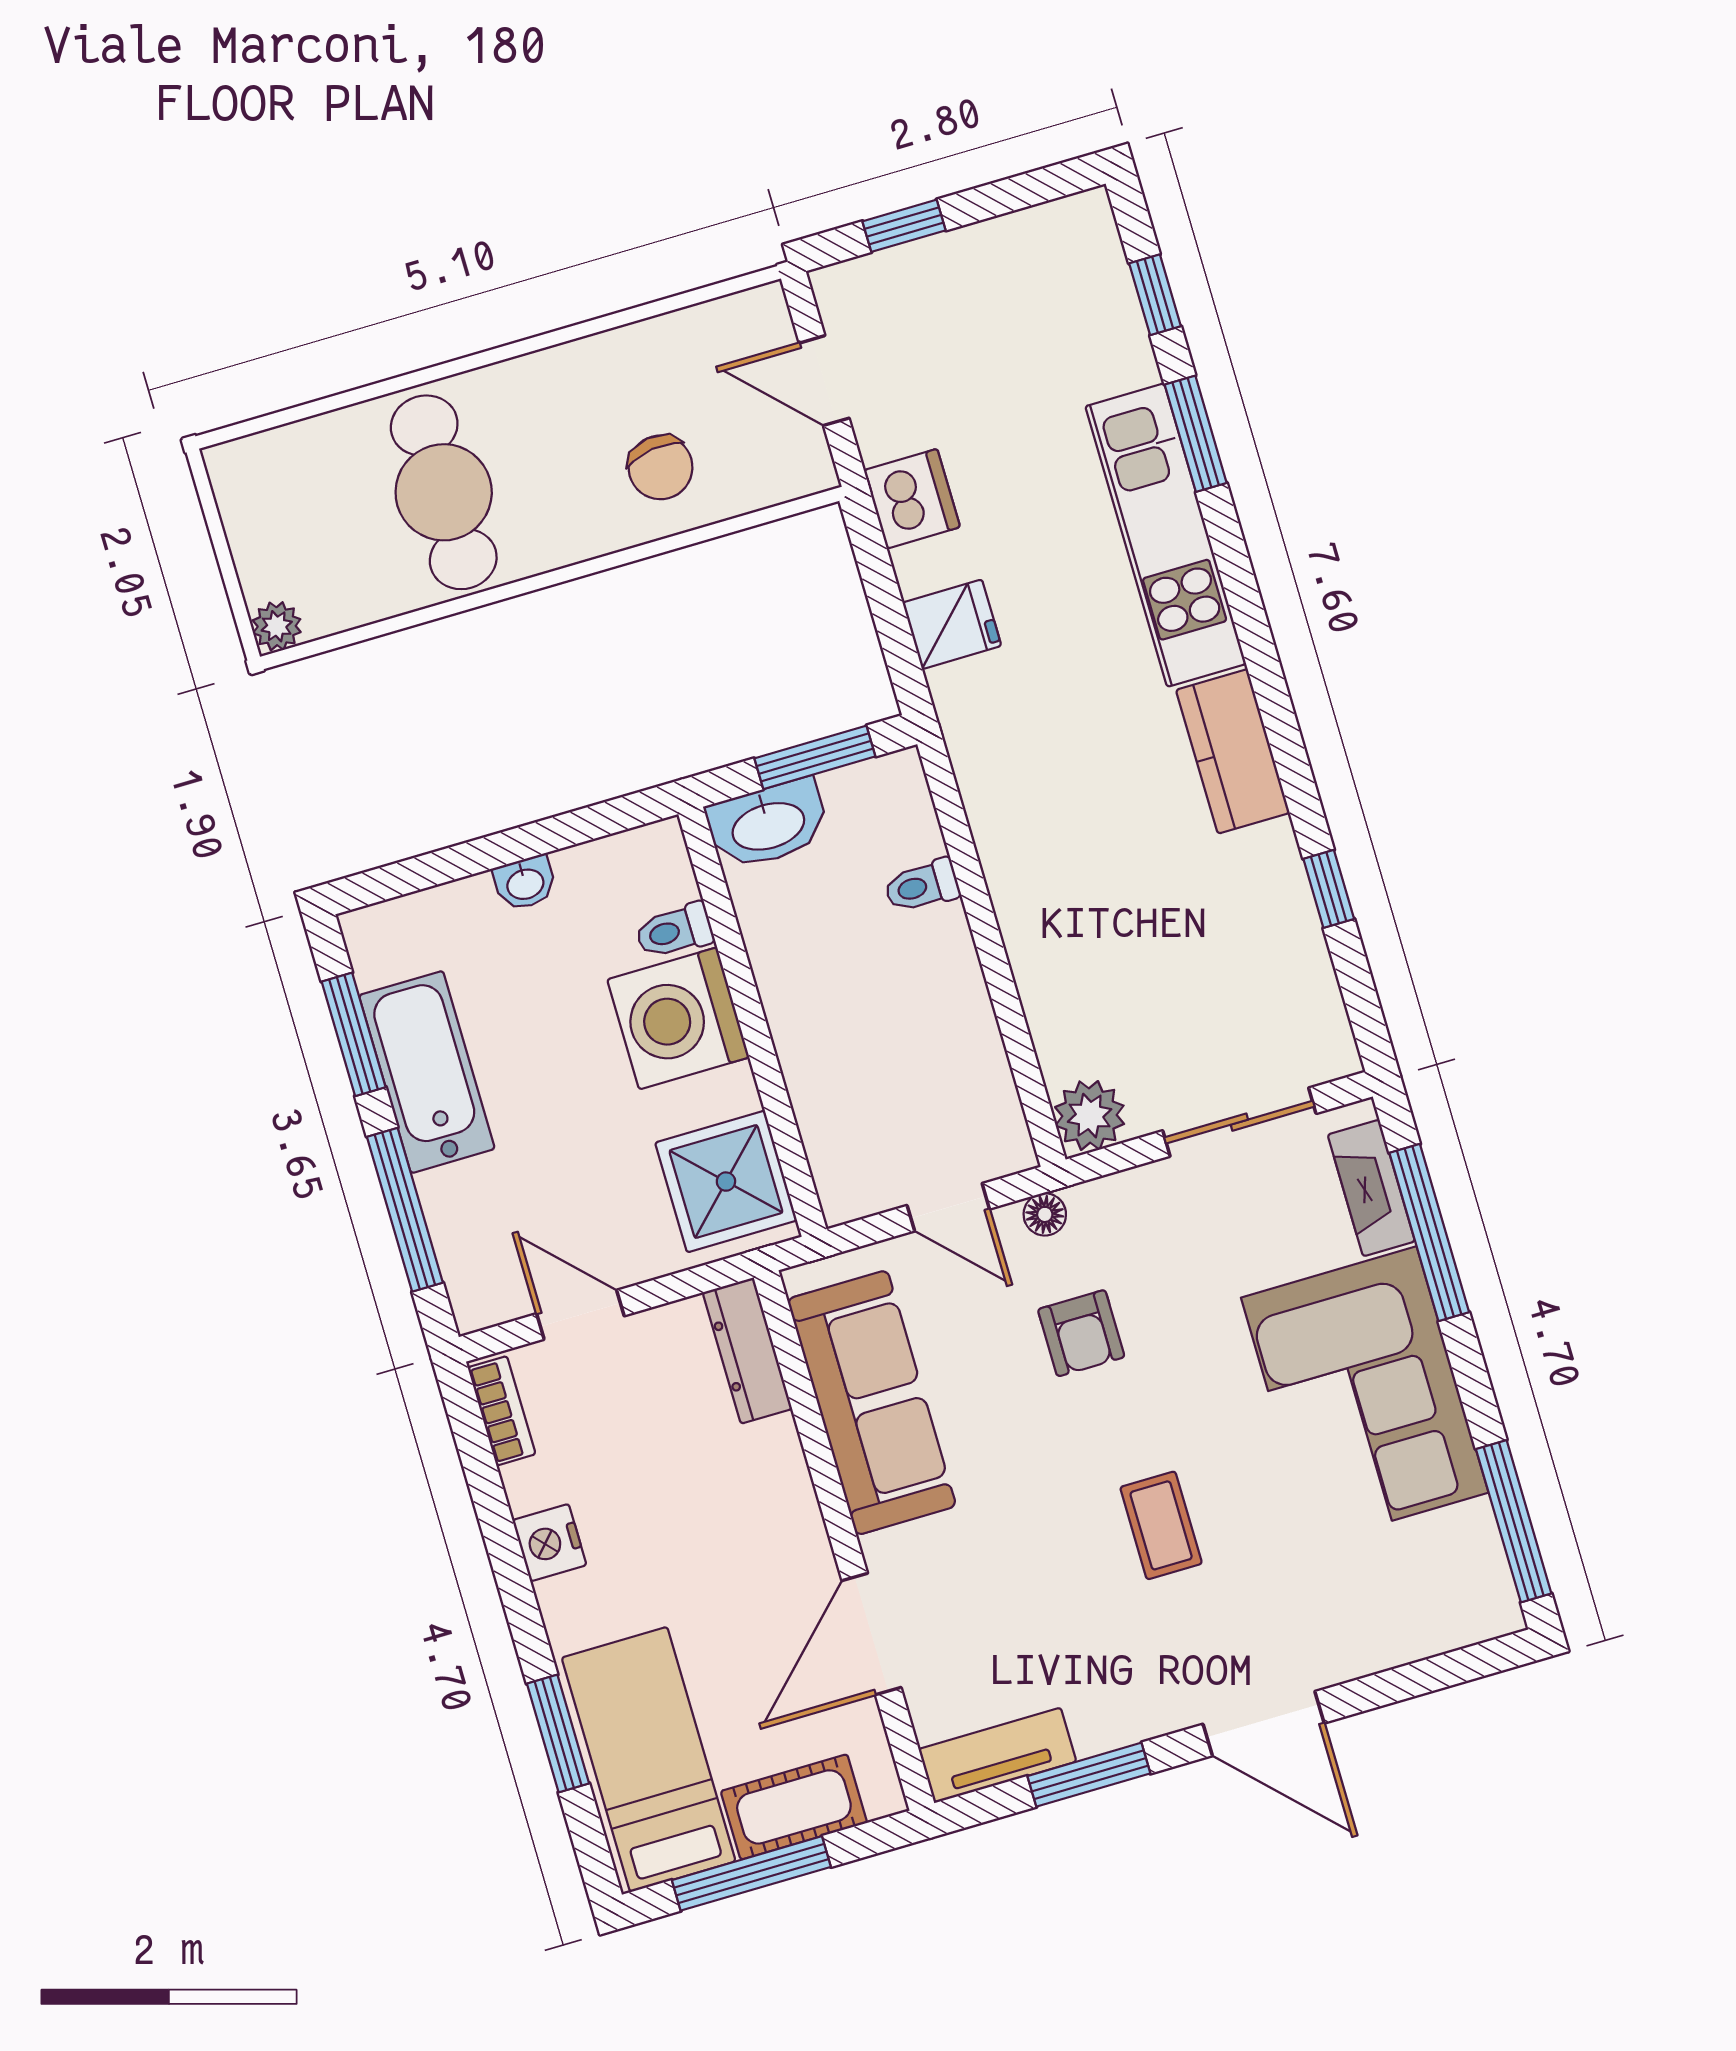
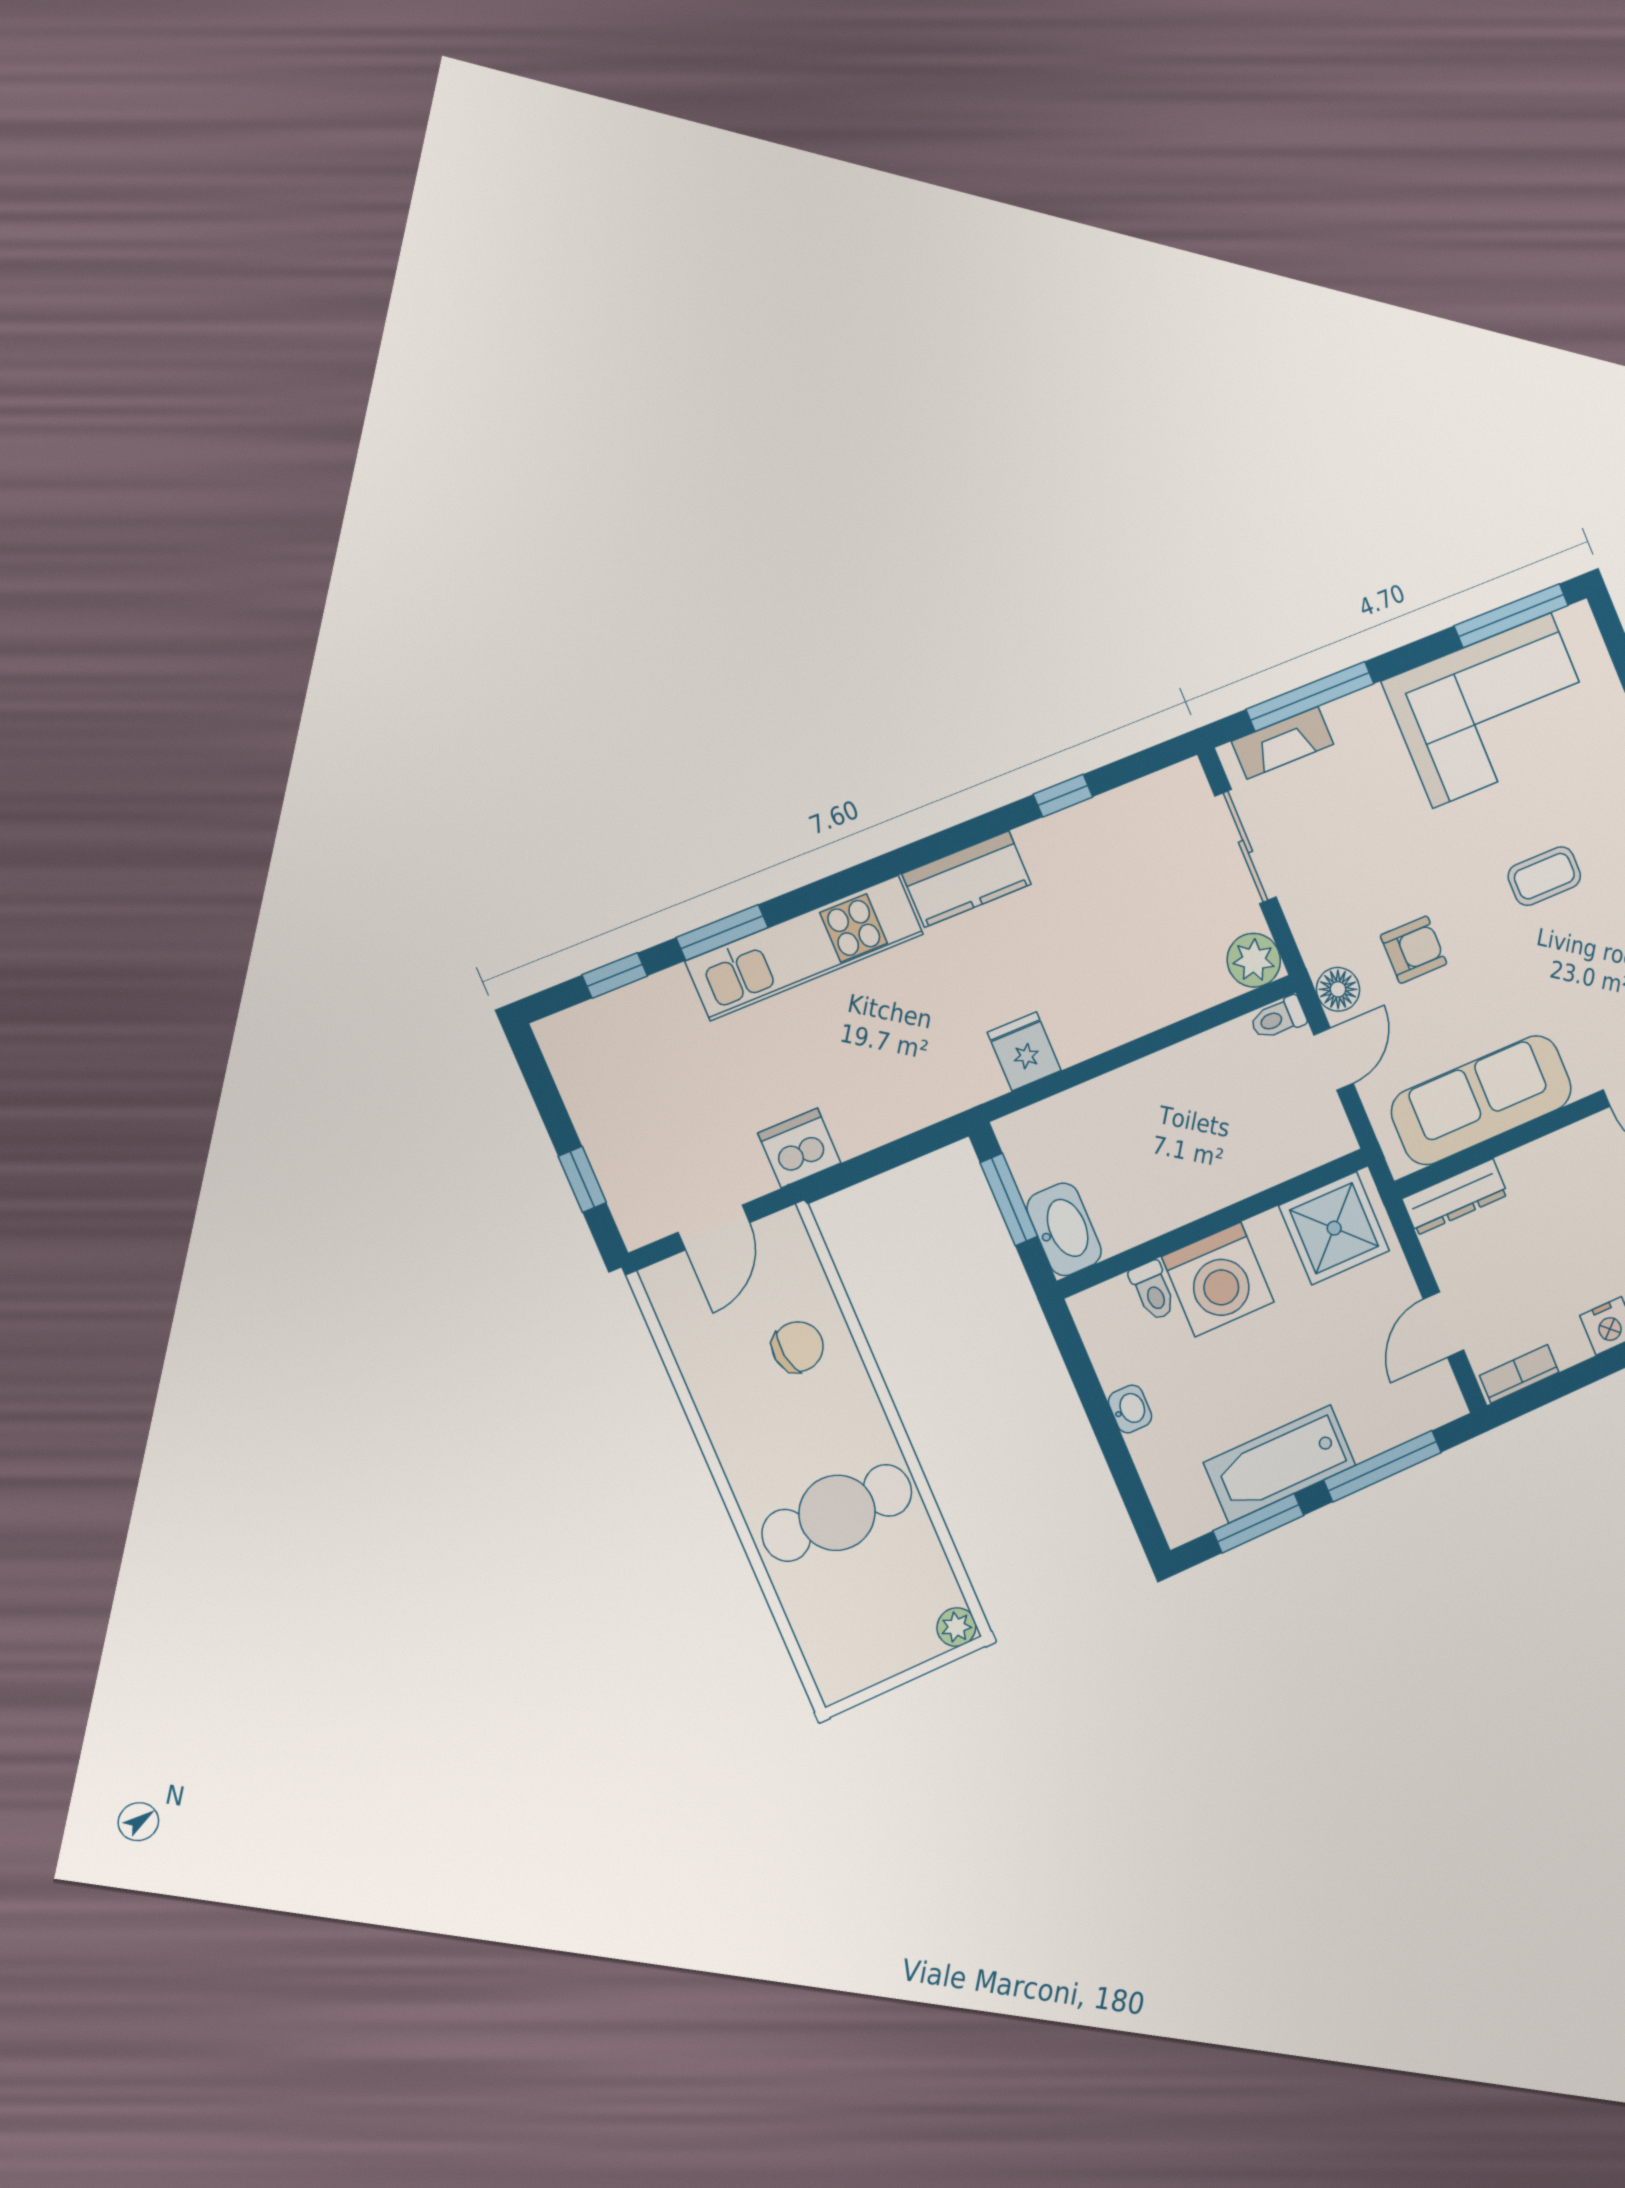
fridge: (952, 624) -> (1024, 1051), moved
toilet: (922, 886) -> (1278, 1018), moved, turned 90
floor lamp: (1045, 1214) -> (1338, 989), width x1.37, depth x1.37
corner sofa: (1365, 1395) -> (1492, 710), moved

